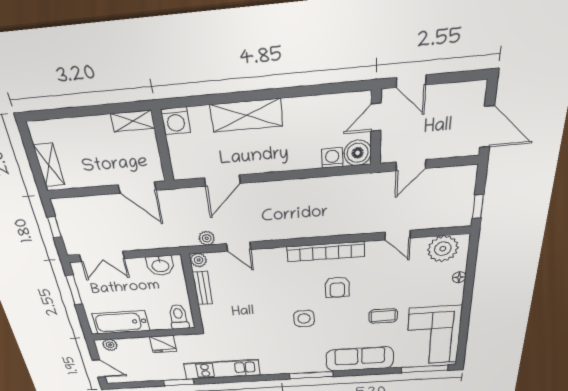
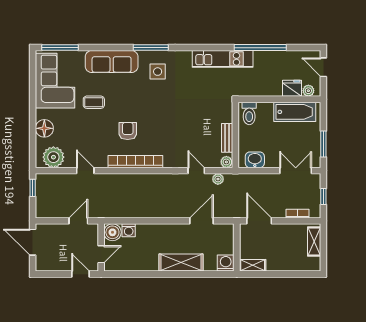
bookcase: (84, 202) -> (297, 214), added
floor lamp: (459, 277) -> (44, 128), width x1.89, depth x1.89
side table: (304, 319) -> (158, 72), moved
fridge: (163, 344) -> (292, 88), moved
window: (179, 382) -> (260, 48), width x2.11

